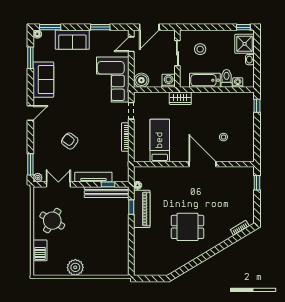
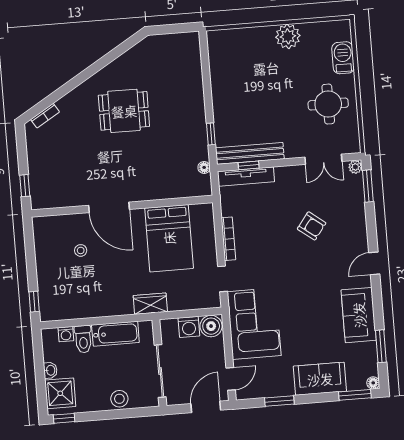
stool: (200, 49) -> (119, 399), moved
sliding door: (177, 53) -> (160, 371), width x1.37
washing machine: (169, 81) -> (189, 327), moved
bed: (160, 140) -> (169, 238), width x1.50
tv unit: (93, 177) -> (246, 177), moved
piano: (142, 209) -> (195, 132), removed
round table: (52, 221) -> (328, 104), turned -30

